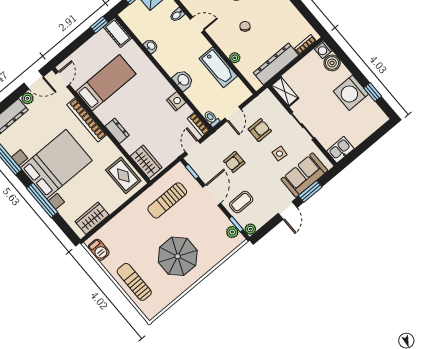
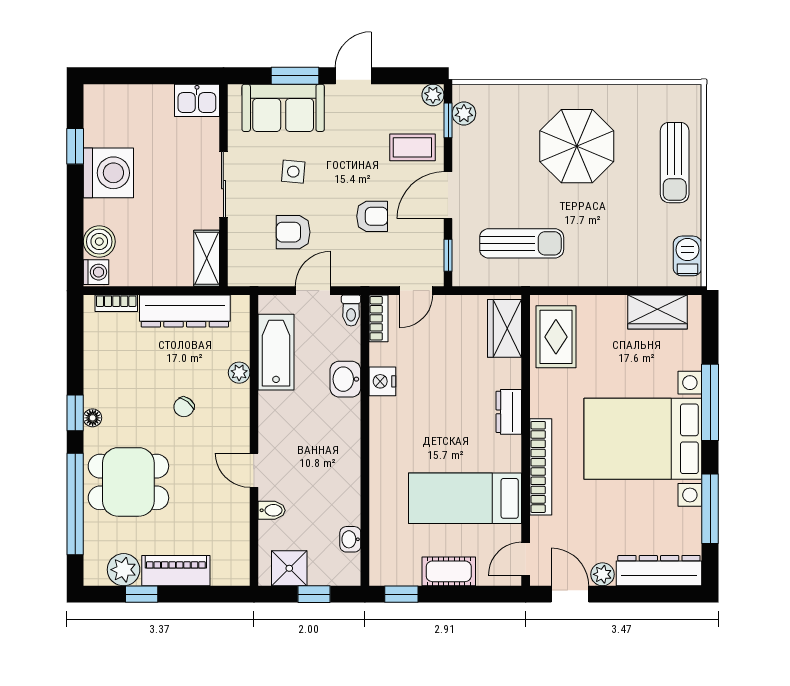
cot: (118, 33) -> (449, 571), moved, turned 90
washbasin: (151, 46) -> (350, 539), moved
bathtub: (218, 67) -> (276, 352), moved
washbasin: (183, 80) -> (345, 379), moved

